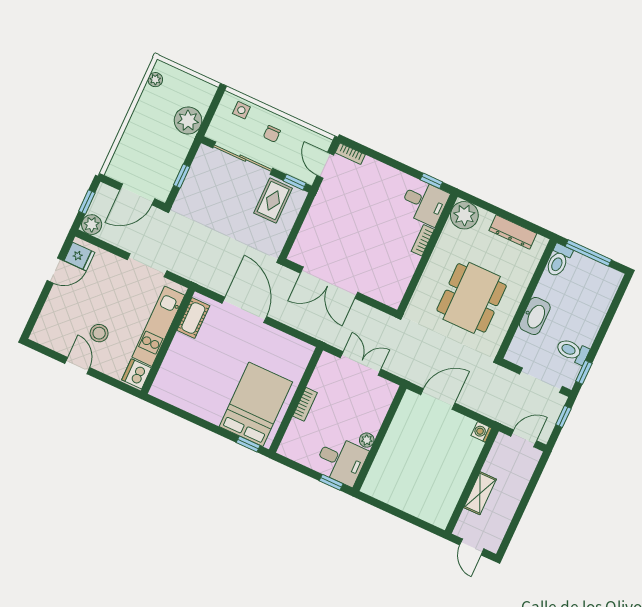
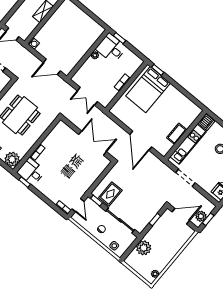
plant: (92, 225) -> (201, 216), moved
cot: (193, 318) -> (177, 134), moved

